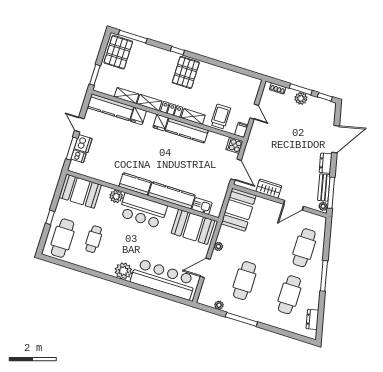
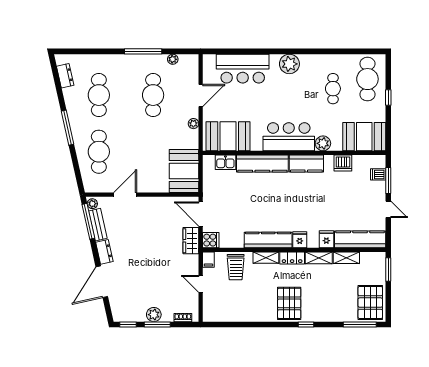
dishwasher: (83, 144) -> (343, 163), moved, turned -90
wardrobe: (269, 189) -> (191, 241), moved, turned 90
bar counter: (163, 279) -> (243, 69), width x0.73

